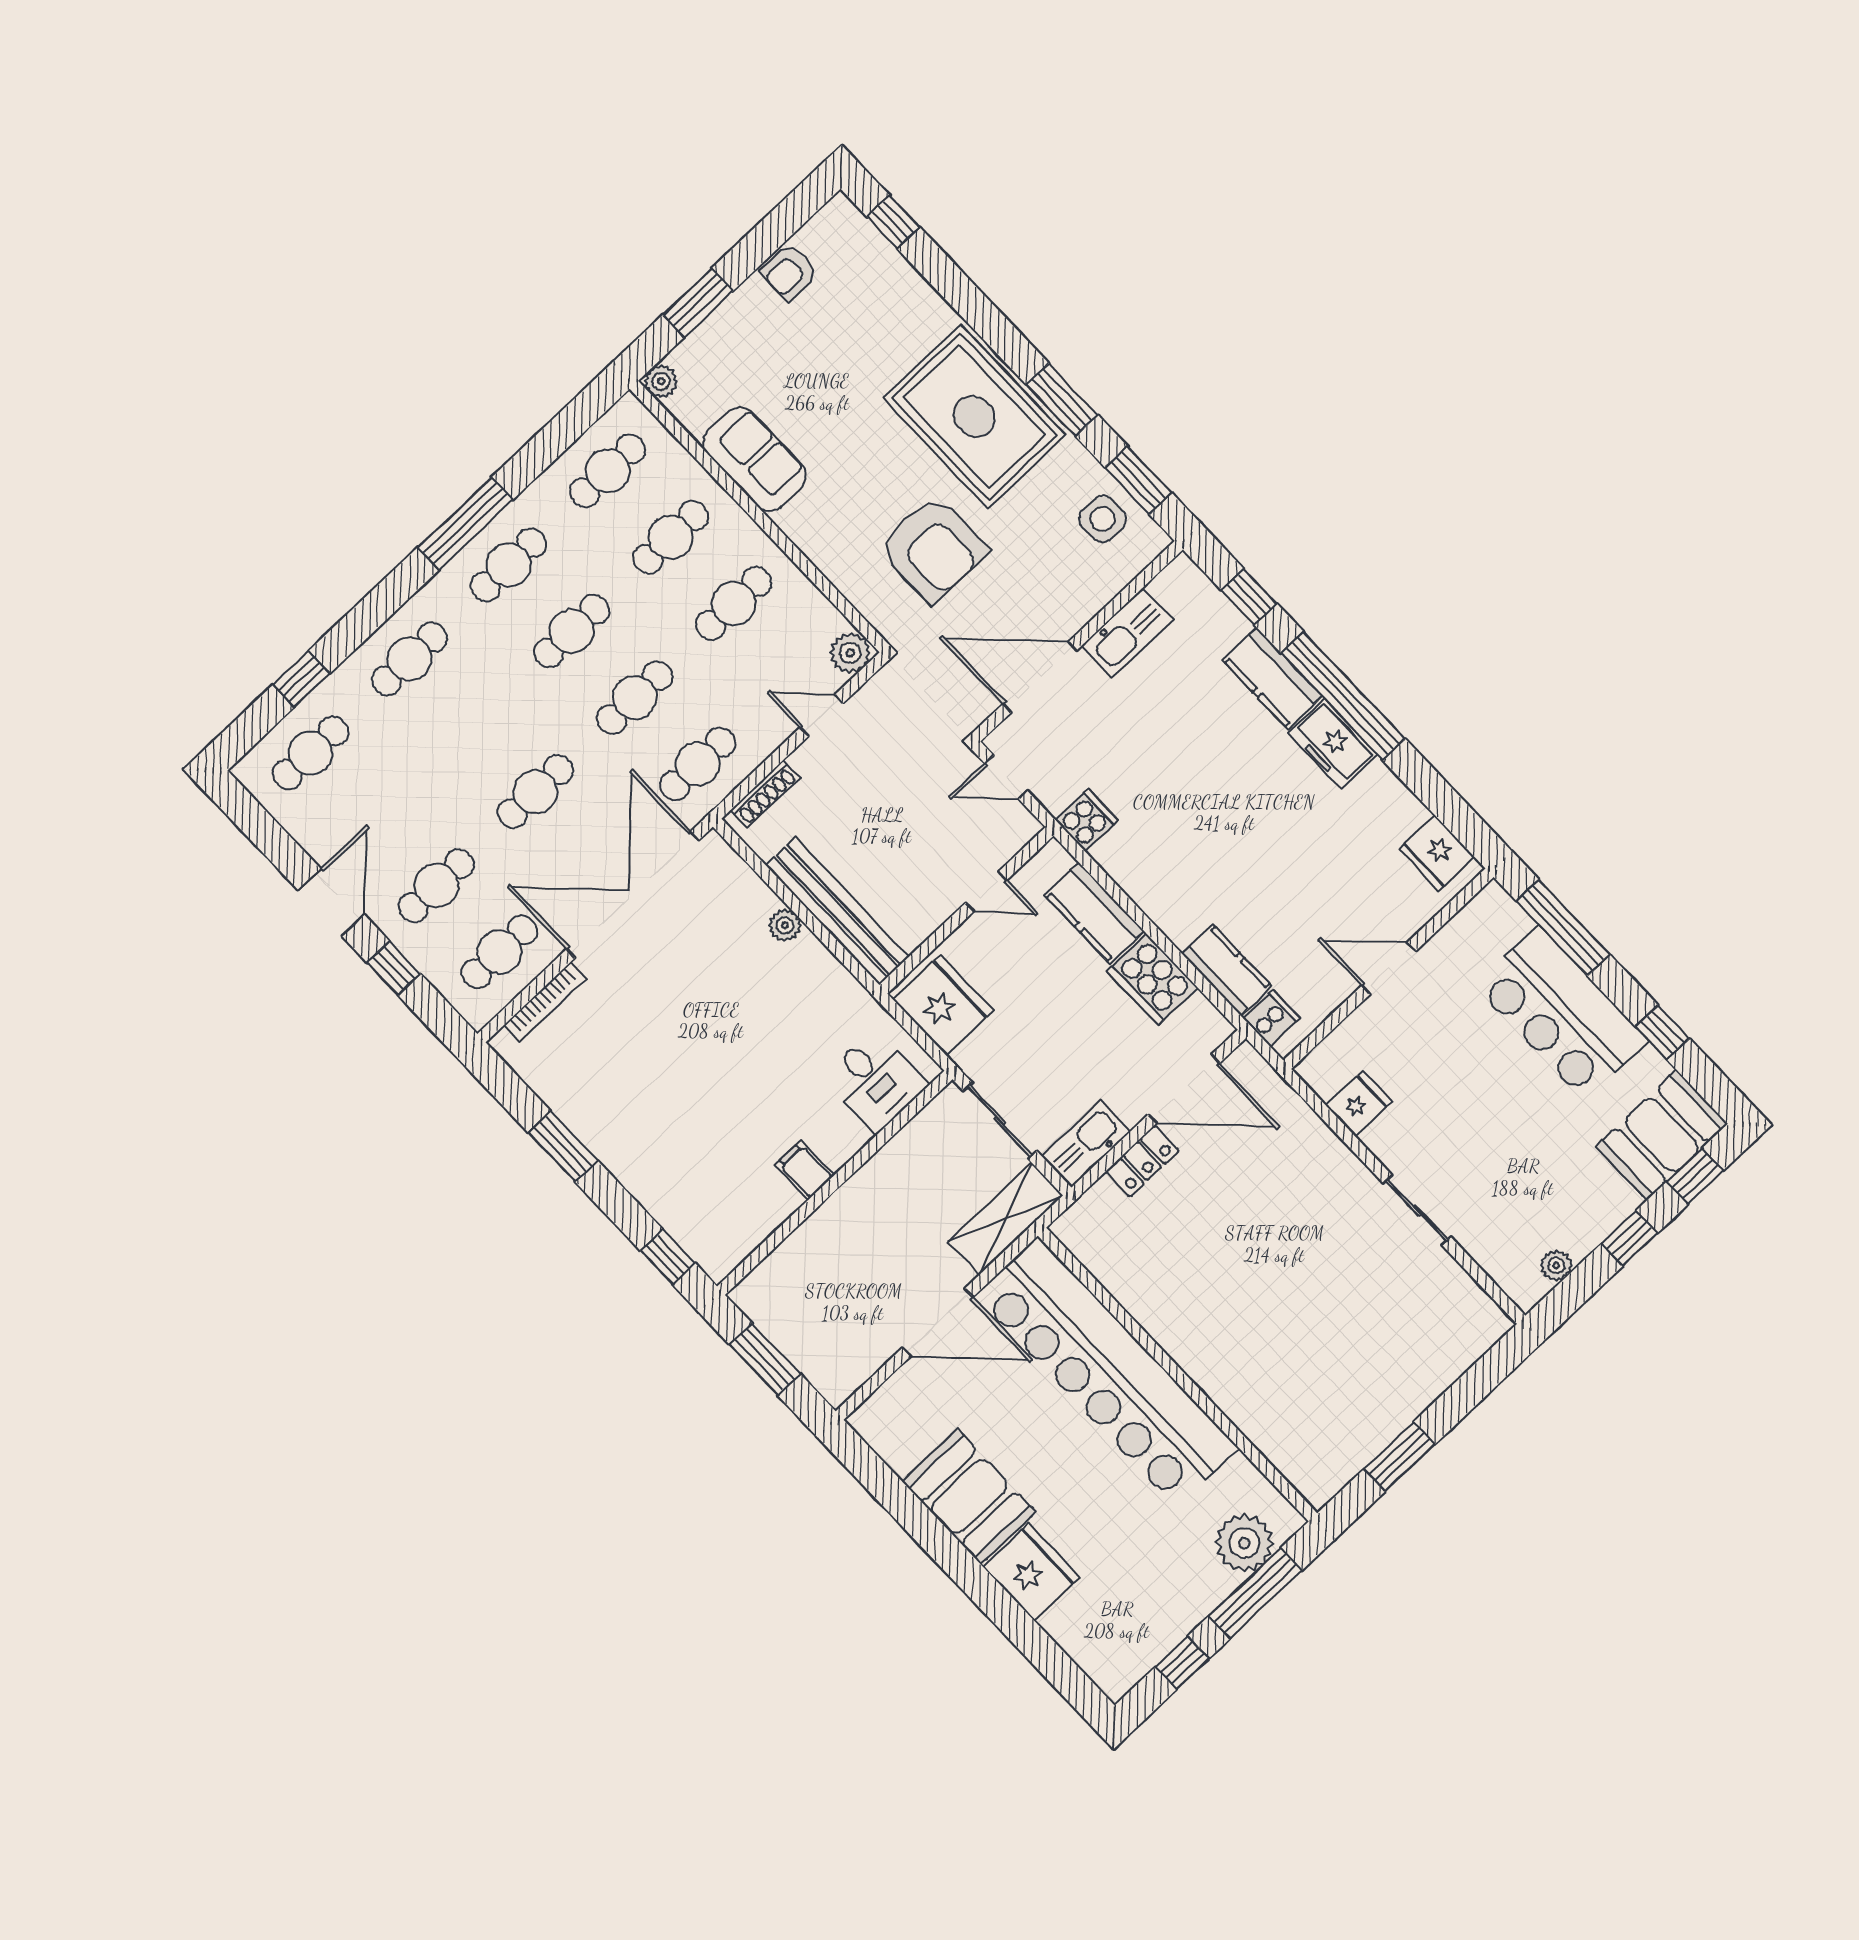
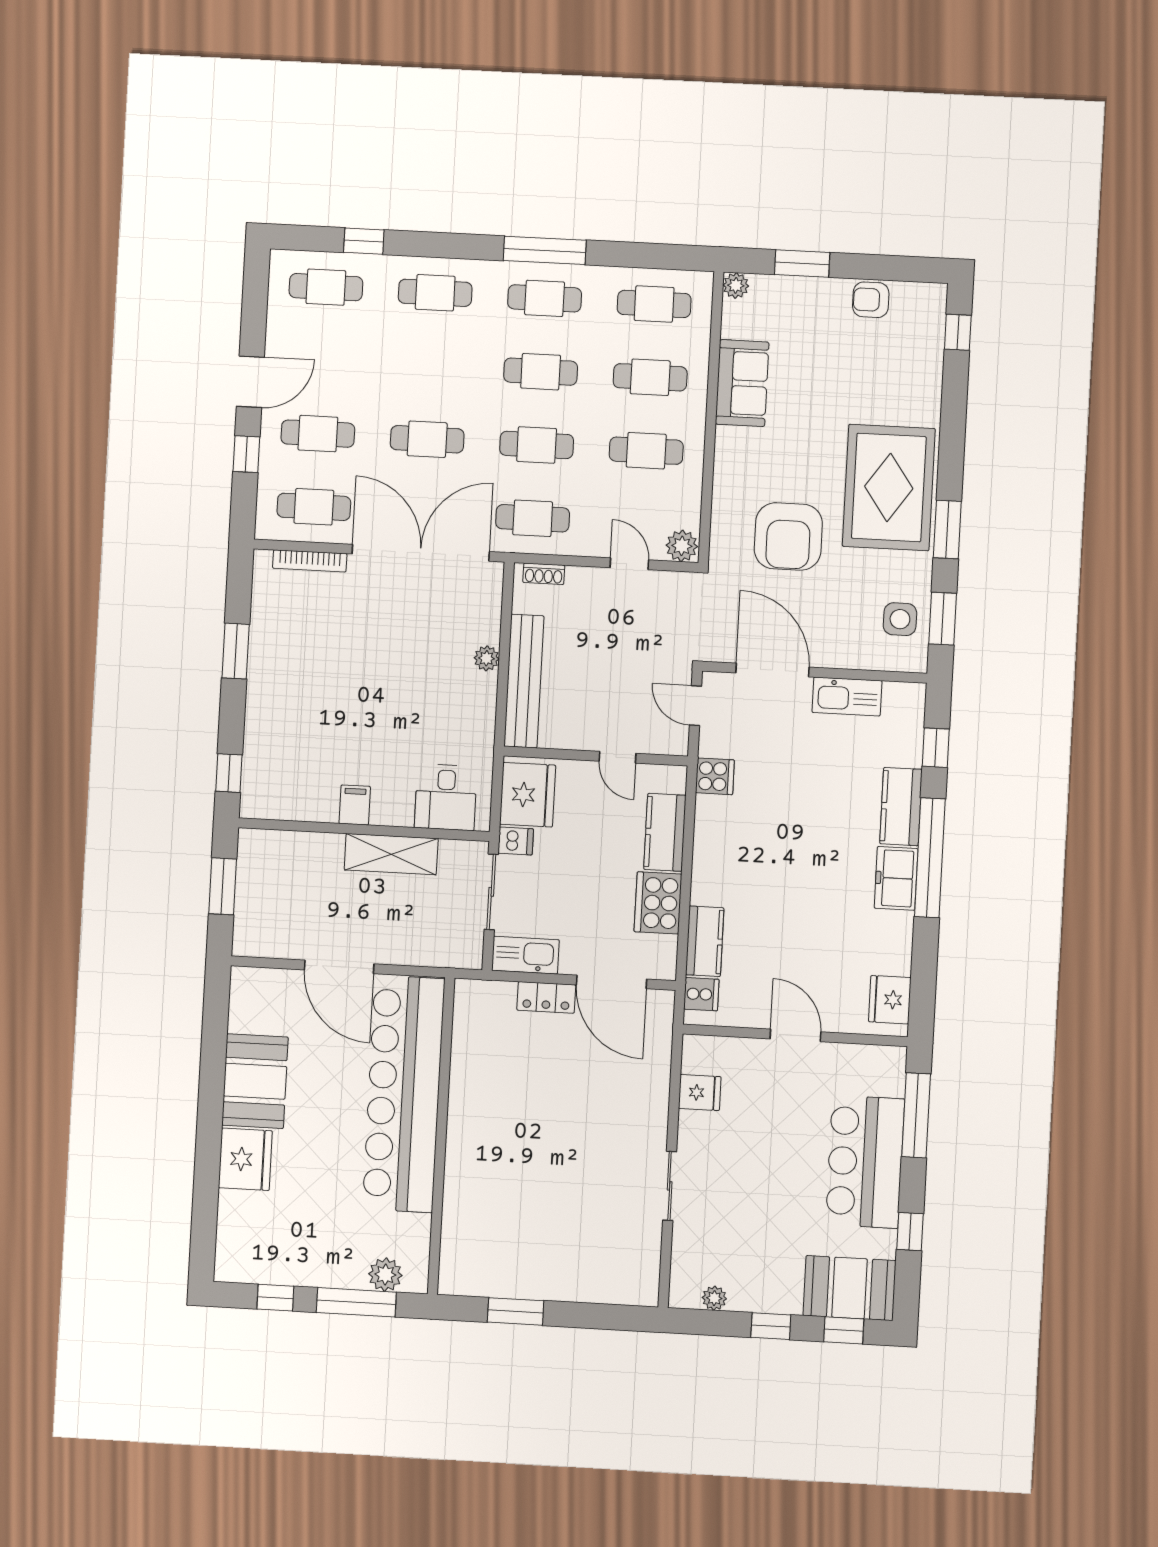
shoe rack: (765, 794) -> (544, 574), width x0.70
dishwasher: (975, 1055) -> (516, 841), added
shelving: (1005, 1219) -> (391, 854), moved
plant: (1244, 1543) -> (385, 1275), width x0.73, depth x0.73

